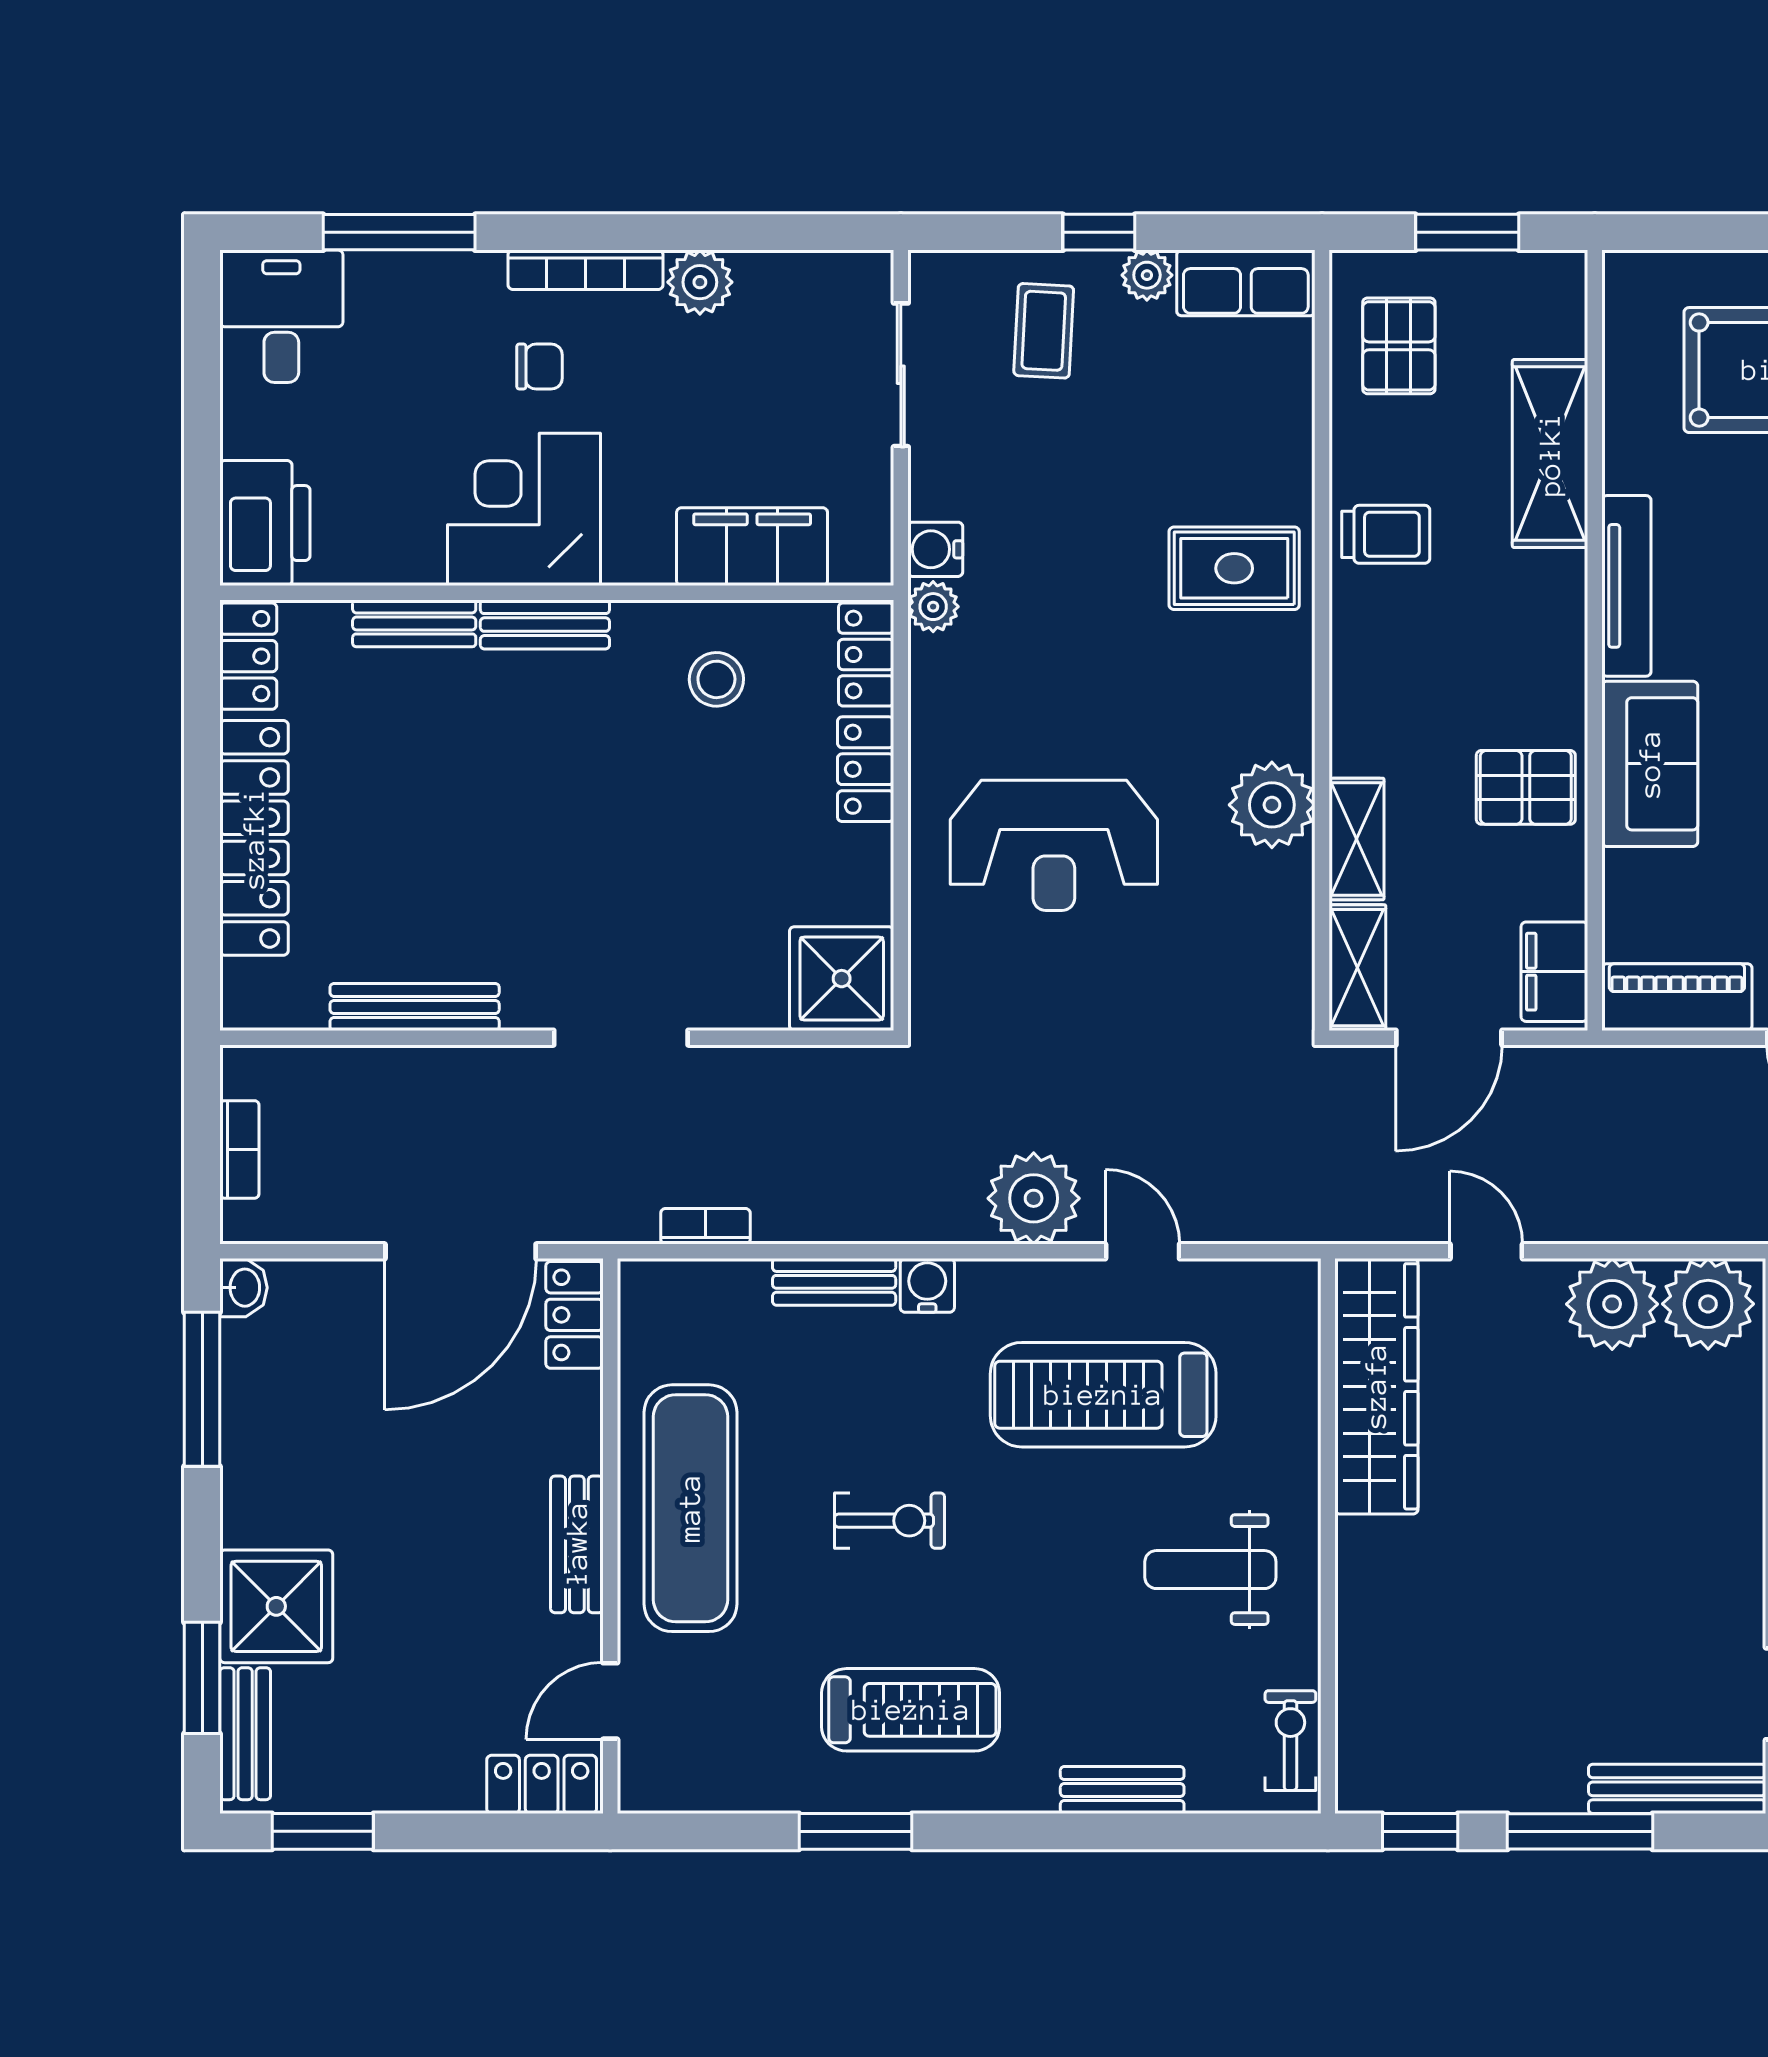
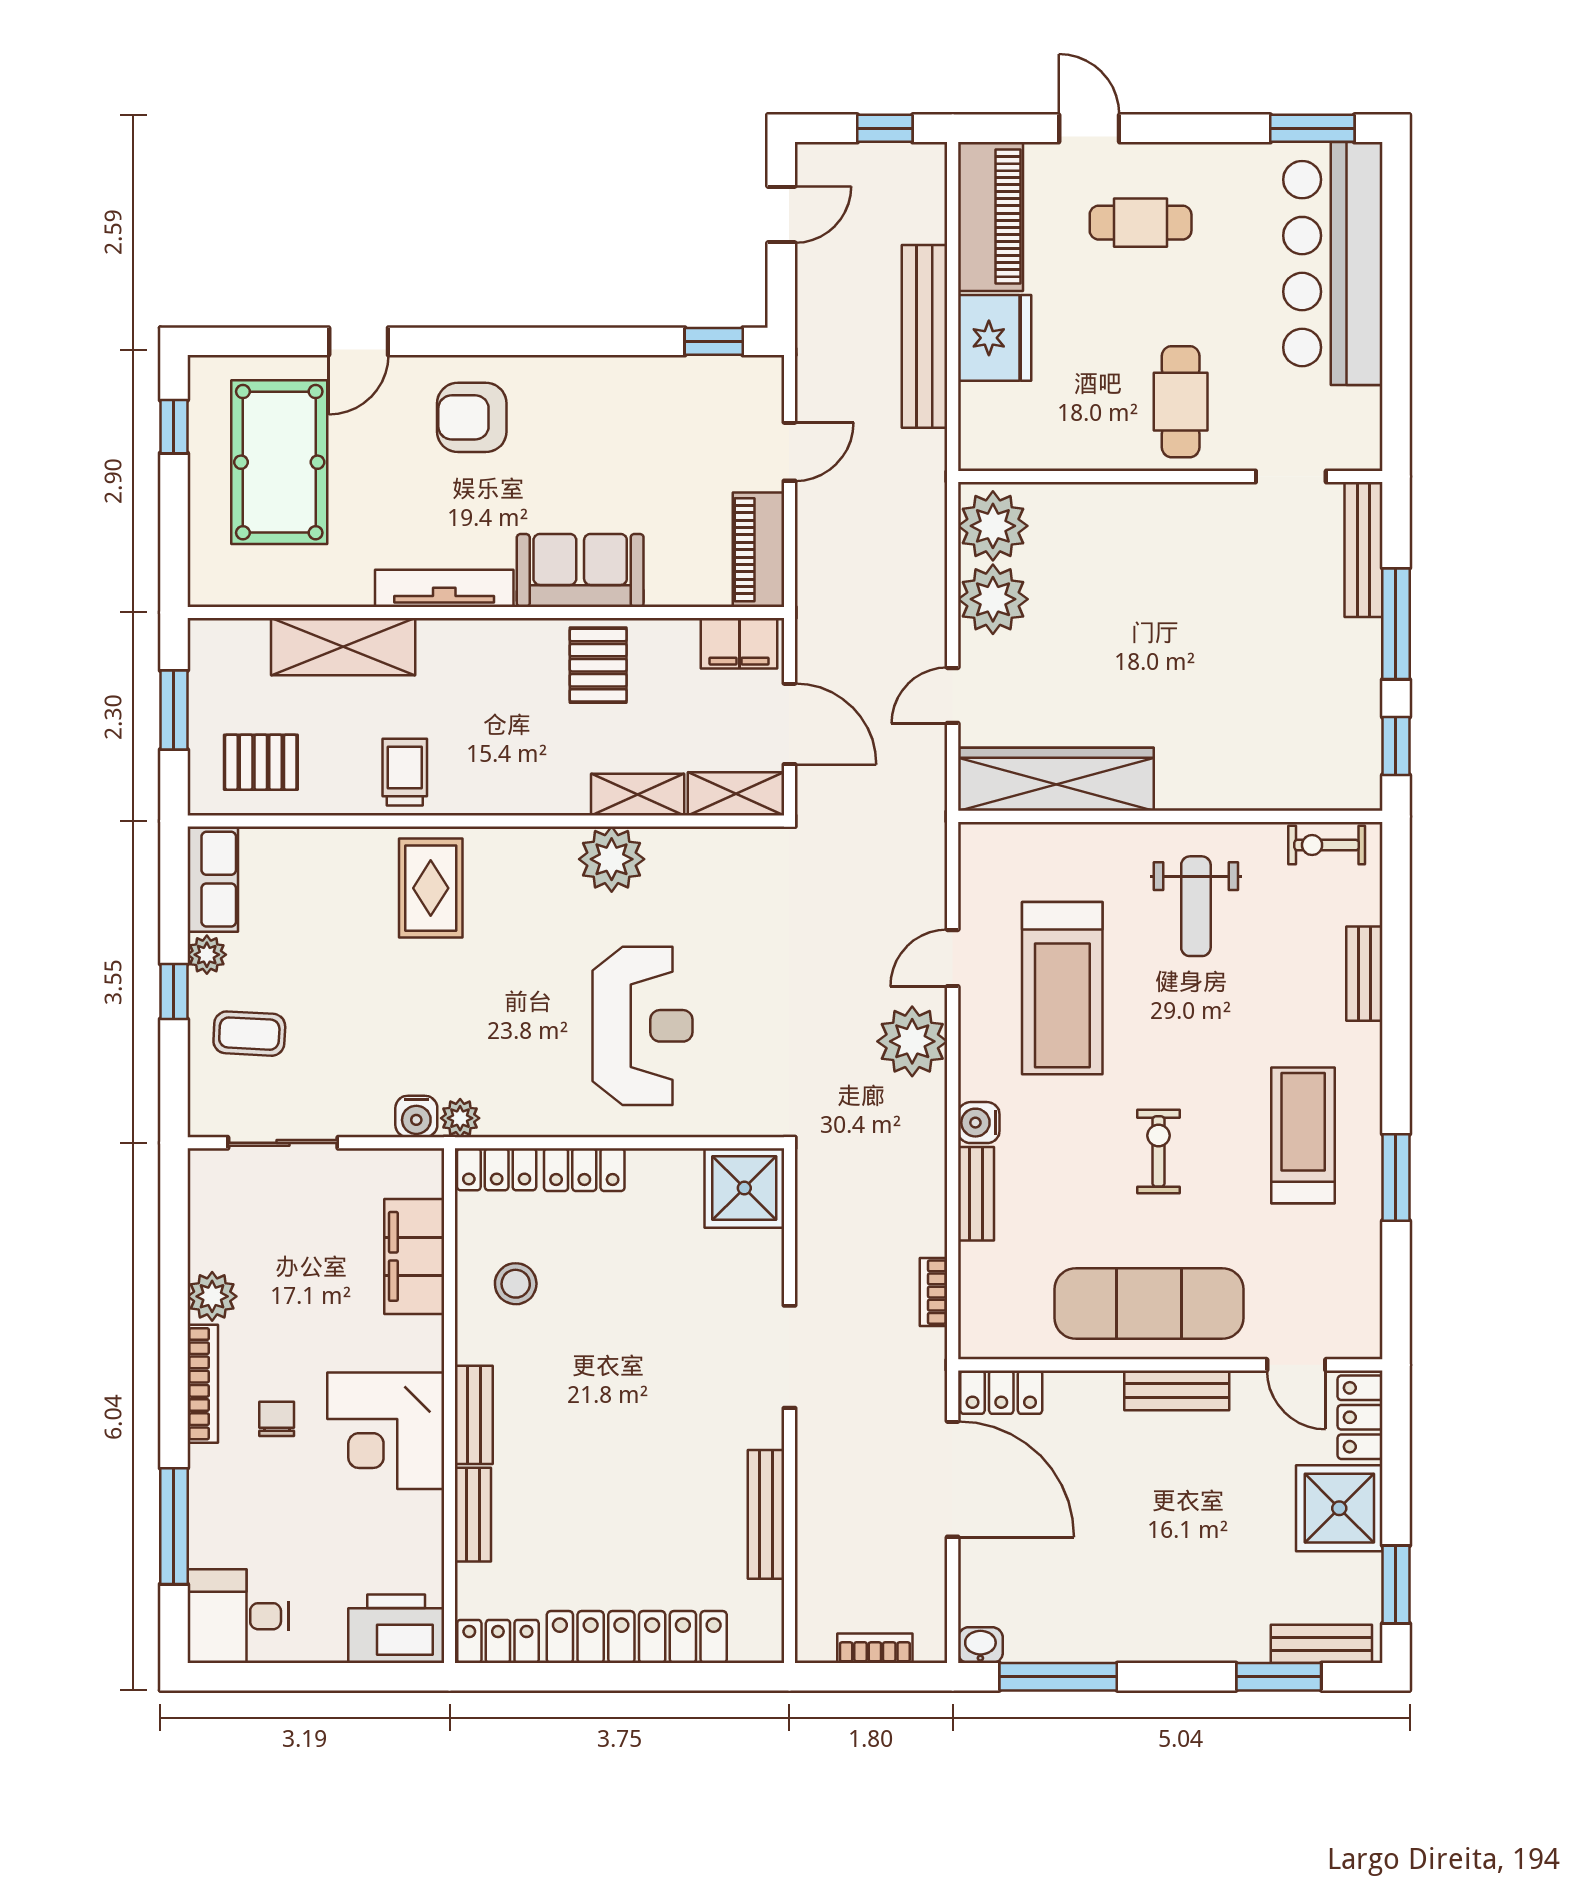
shower: (276, 1606) -> (1339, 1508), moved

